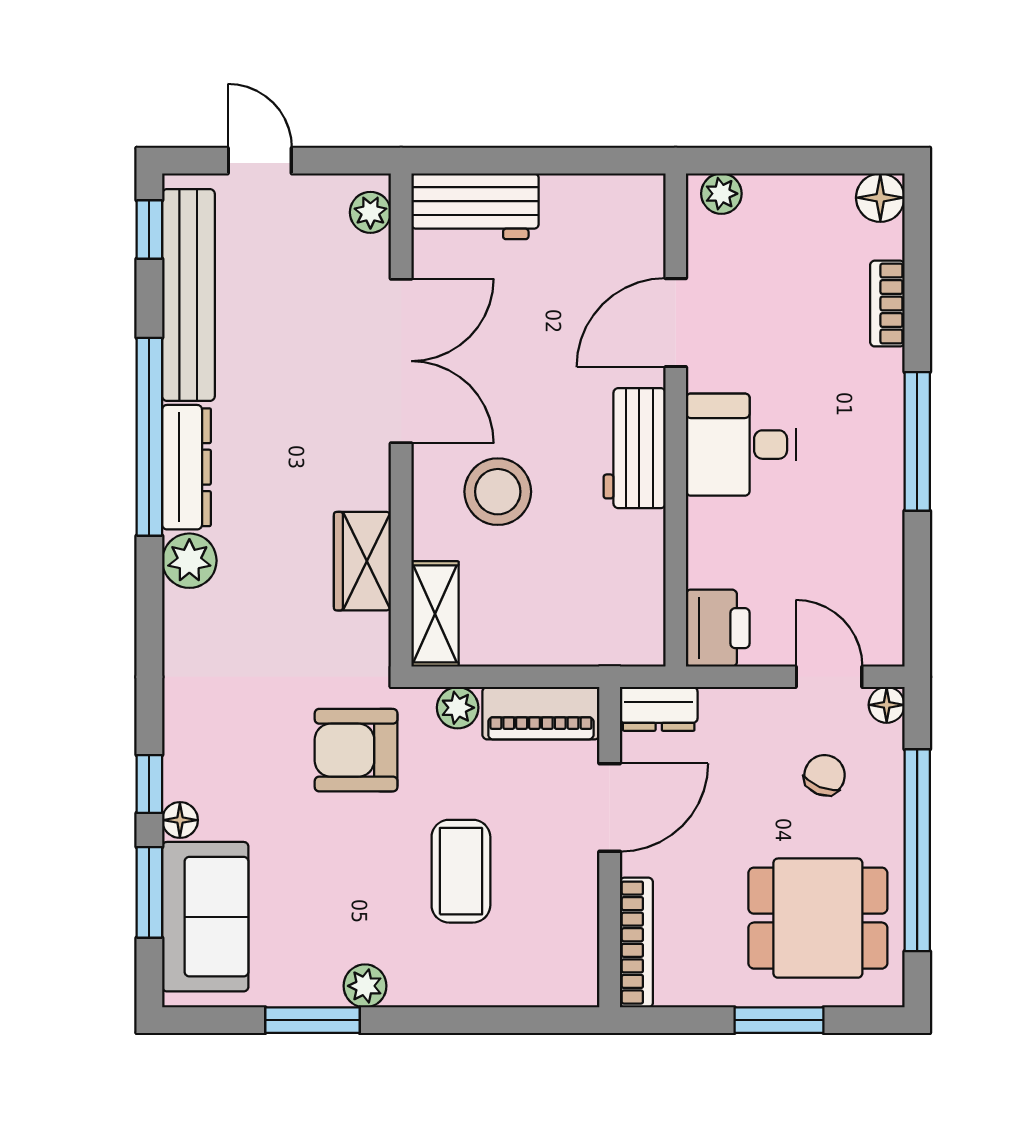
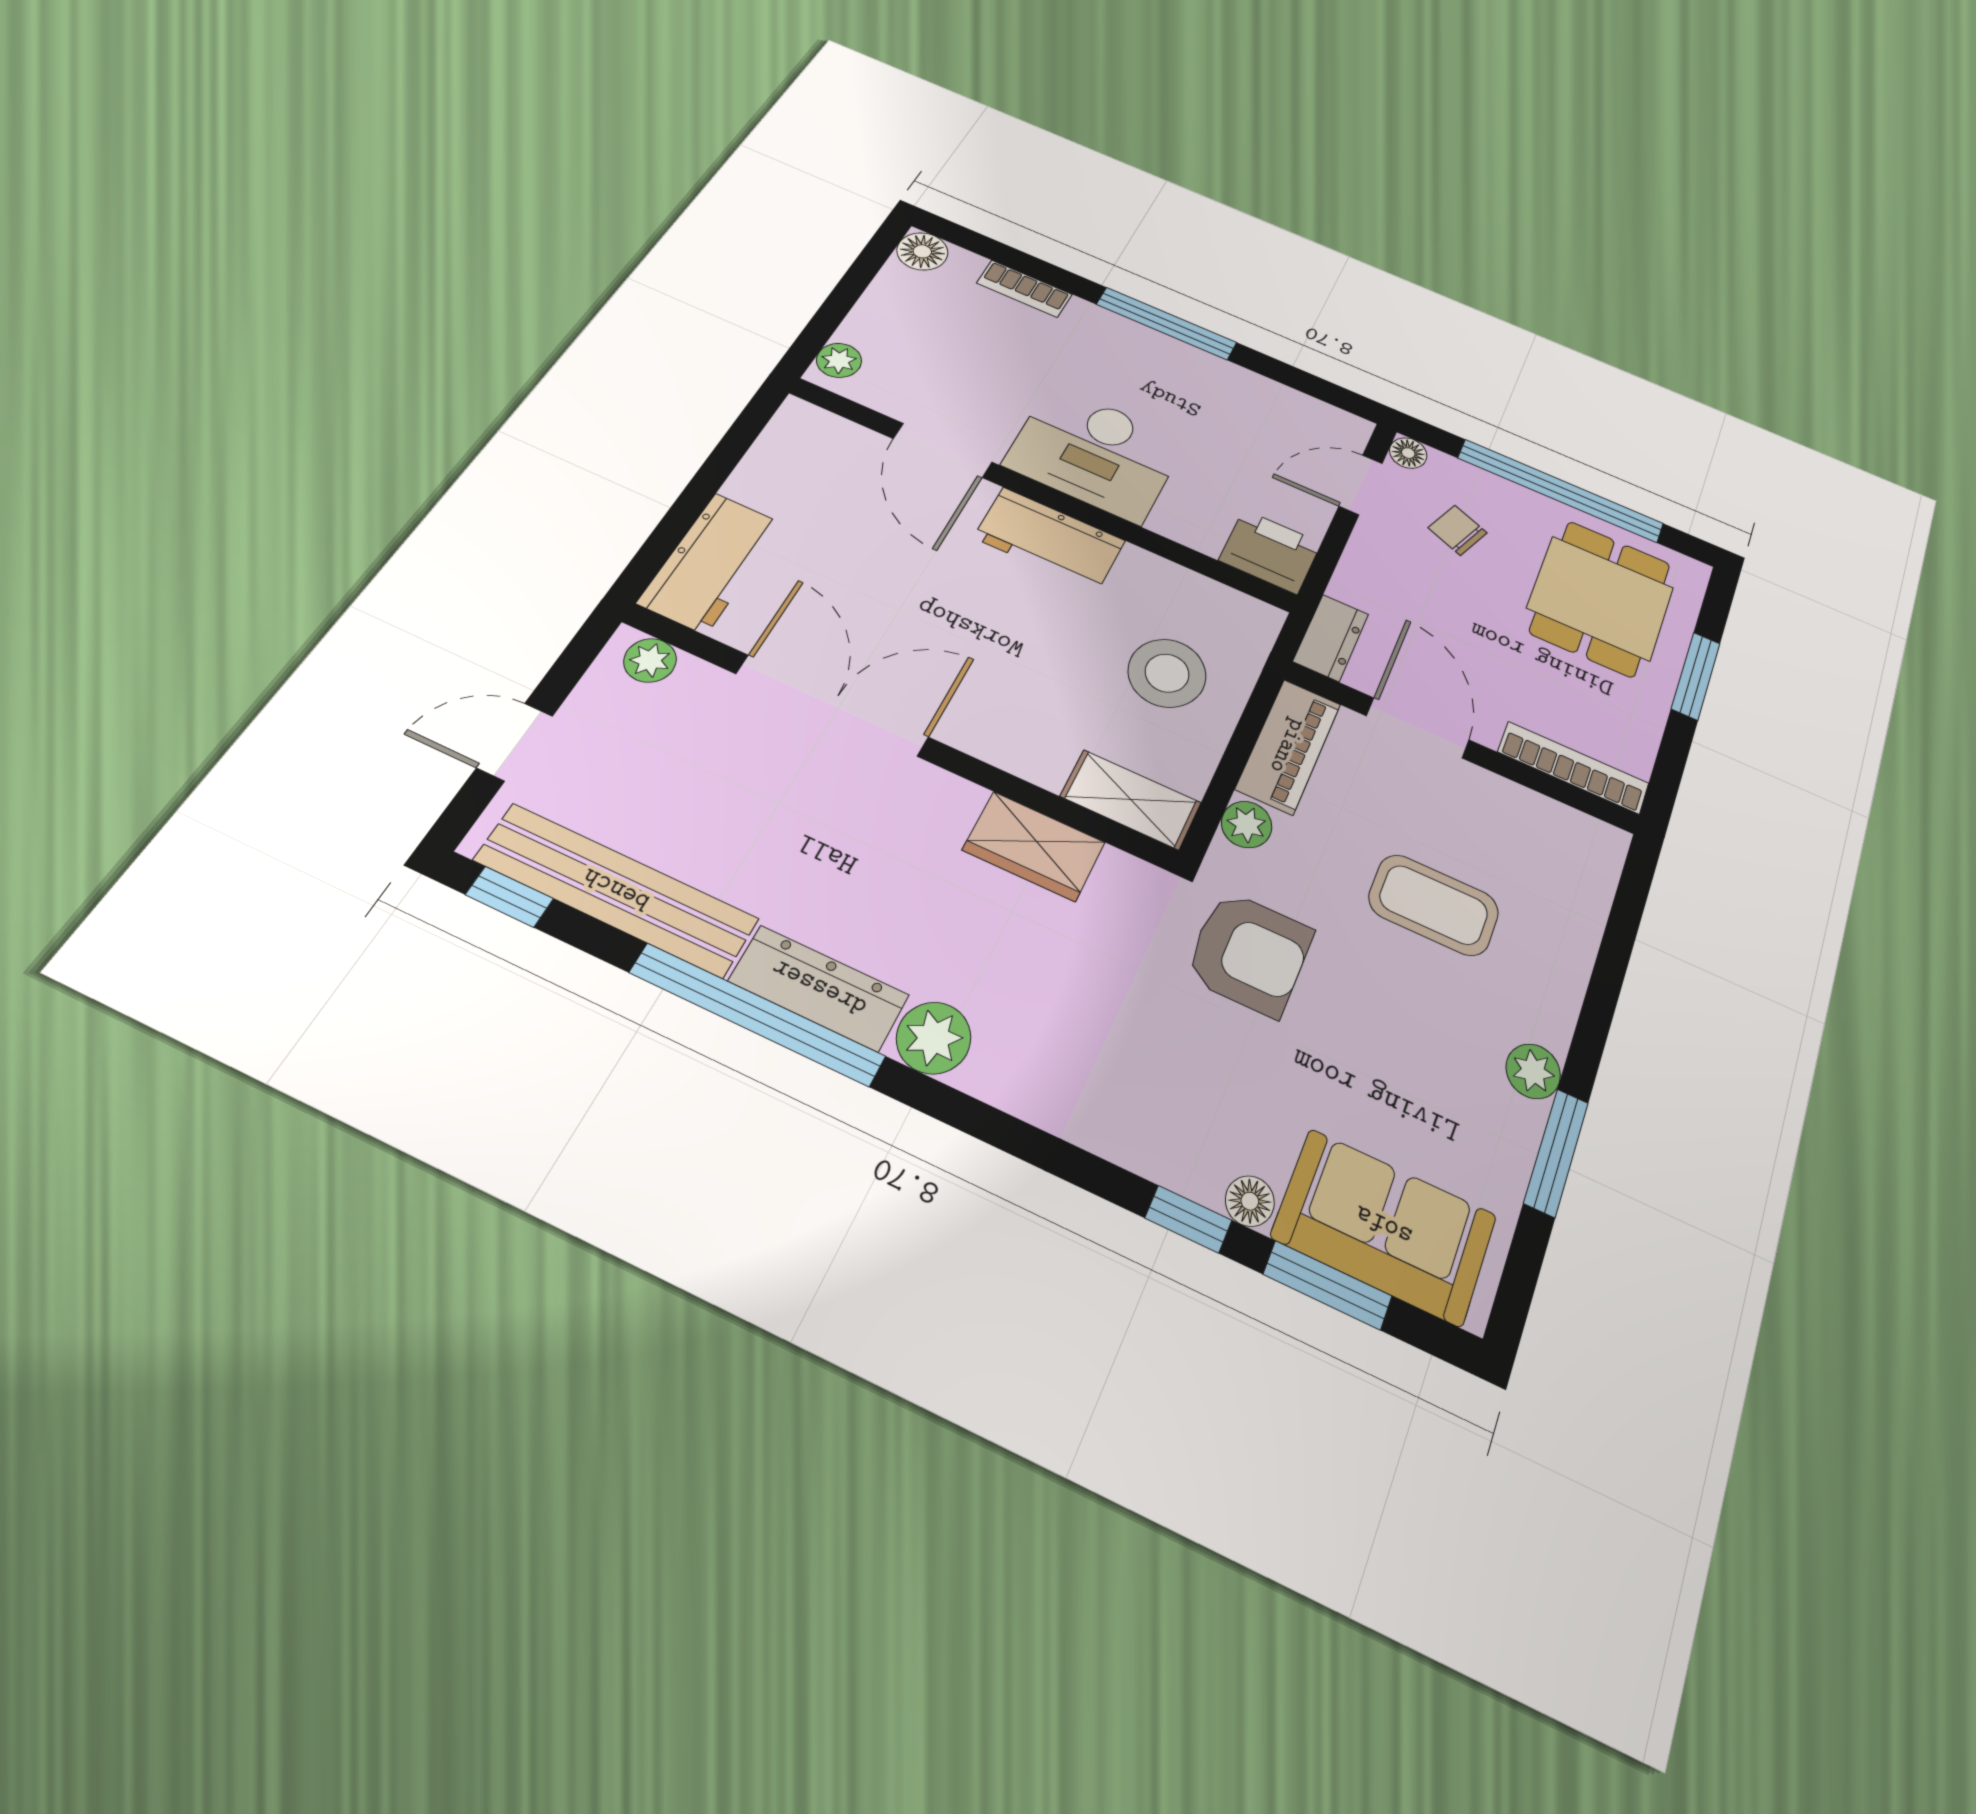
desk: (741, 445) -> (1095, 453), width x1.37
stool: (498, 492) -> (1167, 673), moved
armchair: (356, 750) -> (1249, 953), turned -90

